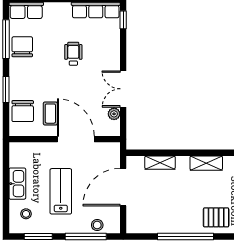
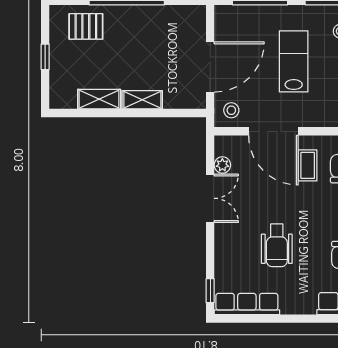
wheelchair: (73, 54) -> (277, 245), width x1.36, depth x1.37
shelving: (160, 163) -> (142, 100), moved
lab bench: (61, 191) -> (294, 61), turned 180
stool: (97, 225) -> (231, 110), moved

